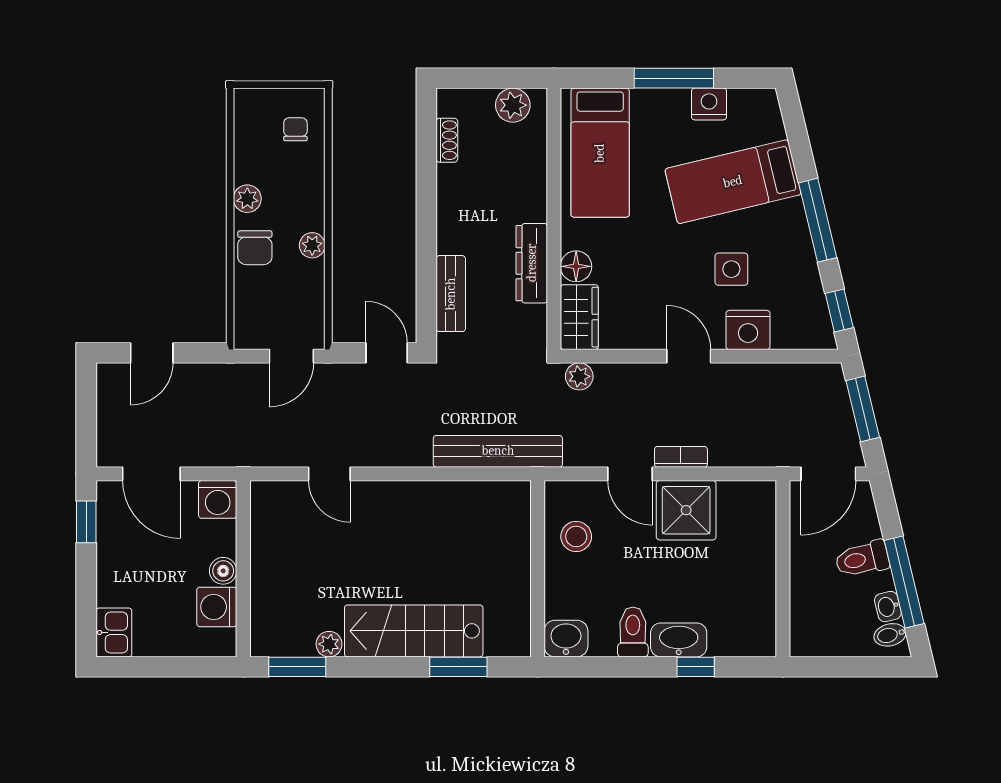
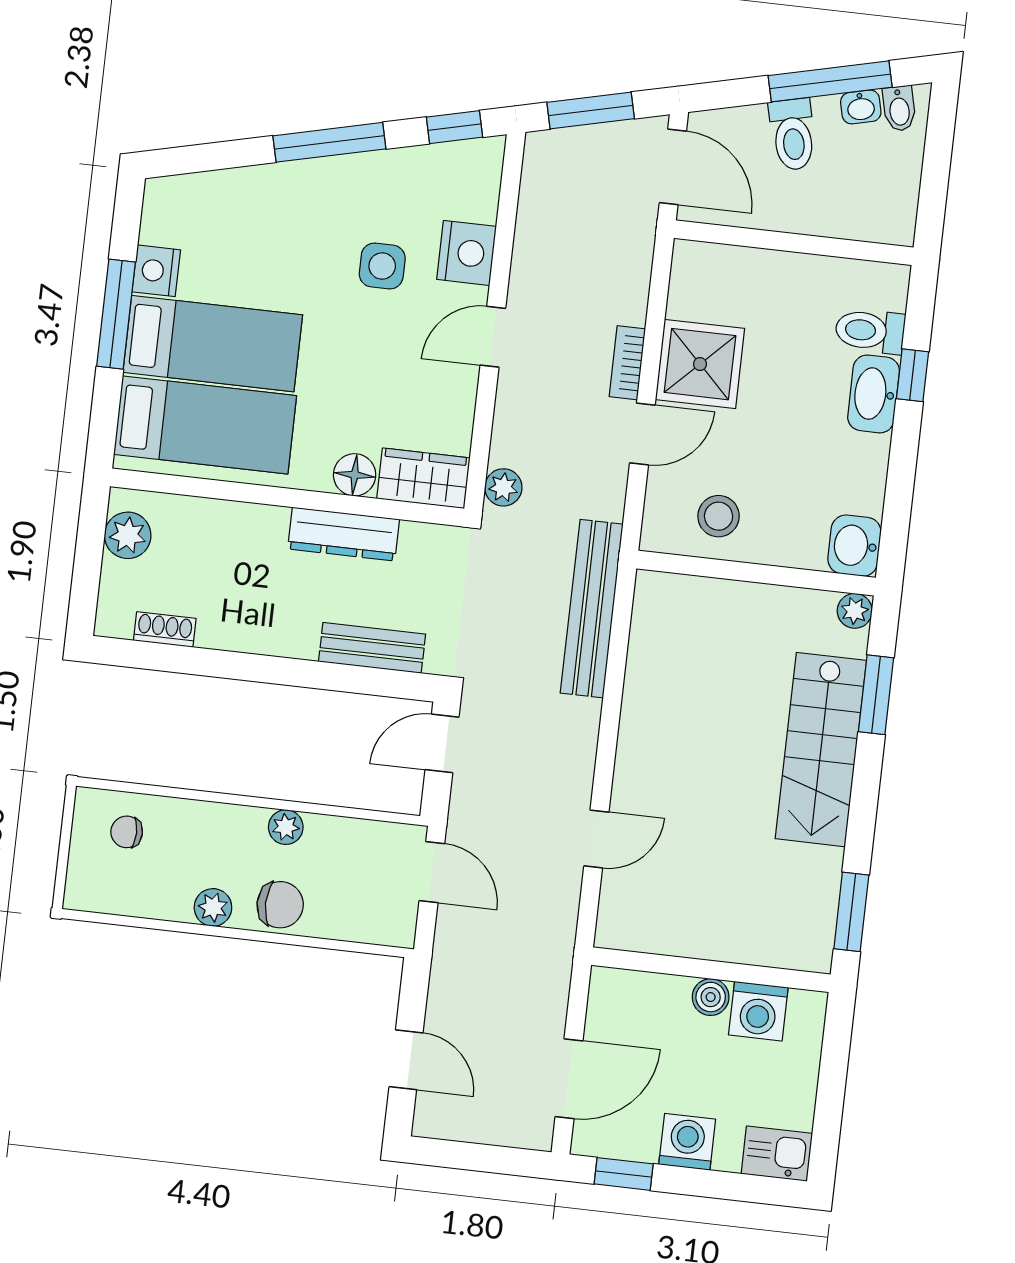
bed: (733, 182) -> (213, 344), moved, turned -77
washing machine: (218, 499) -> (687, 1142), moved, turned -90
toilet: (633, 632) -> (870, 331), moved
plant: (329, 644) -> (855, 611), moved

